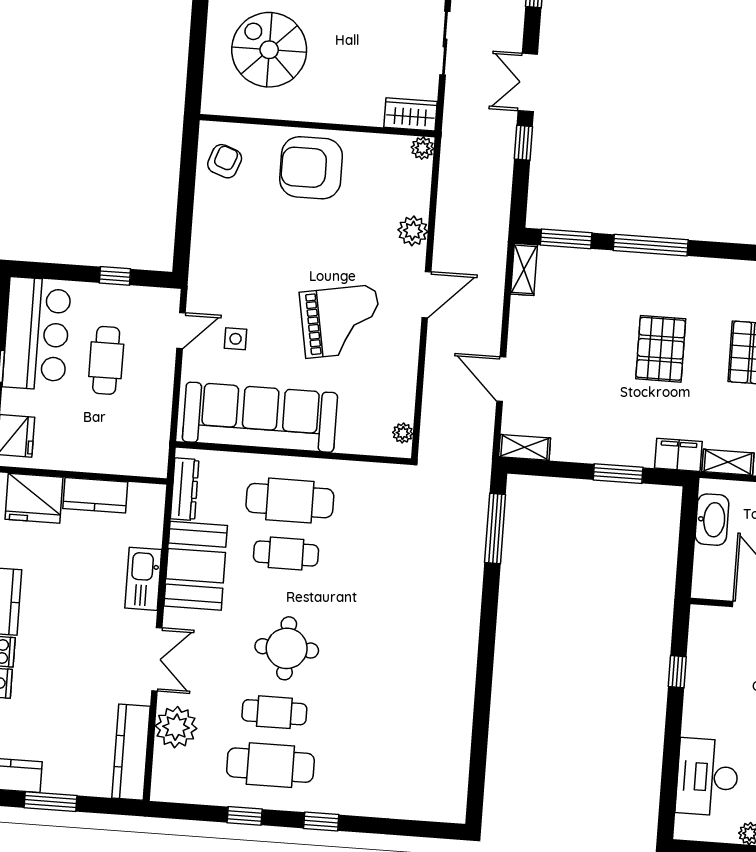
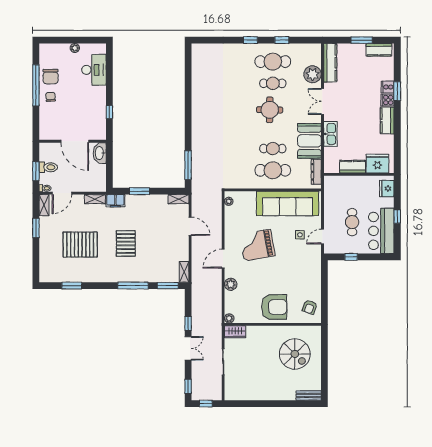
washbasin: (712, 520) -> (100, 153), moved

